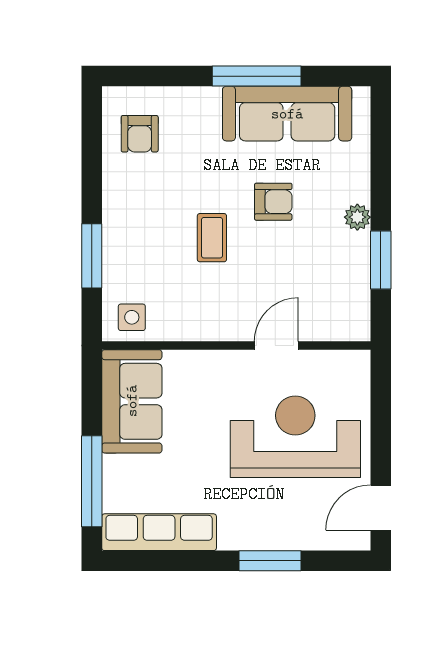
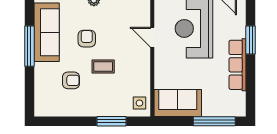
armchair: (140, 134) -> (71, 80), moved
row of seats: (159, 532) -> (238, 65), moved

